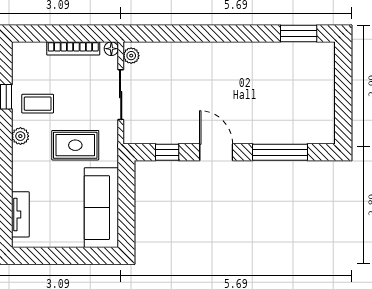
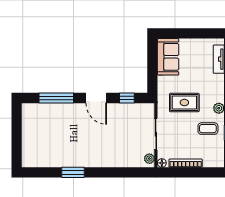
window: (299, 34) -> (73, 172), moved
sofa: (101, 208) -> (168, 57), width x0.73

